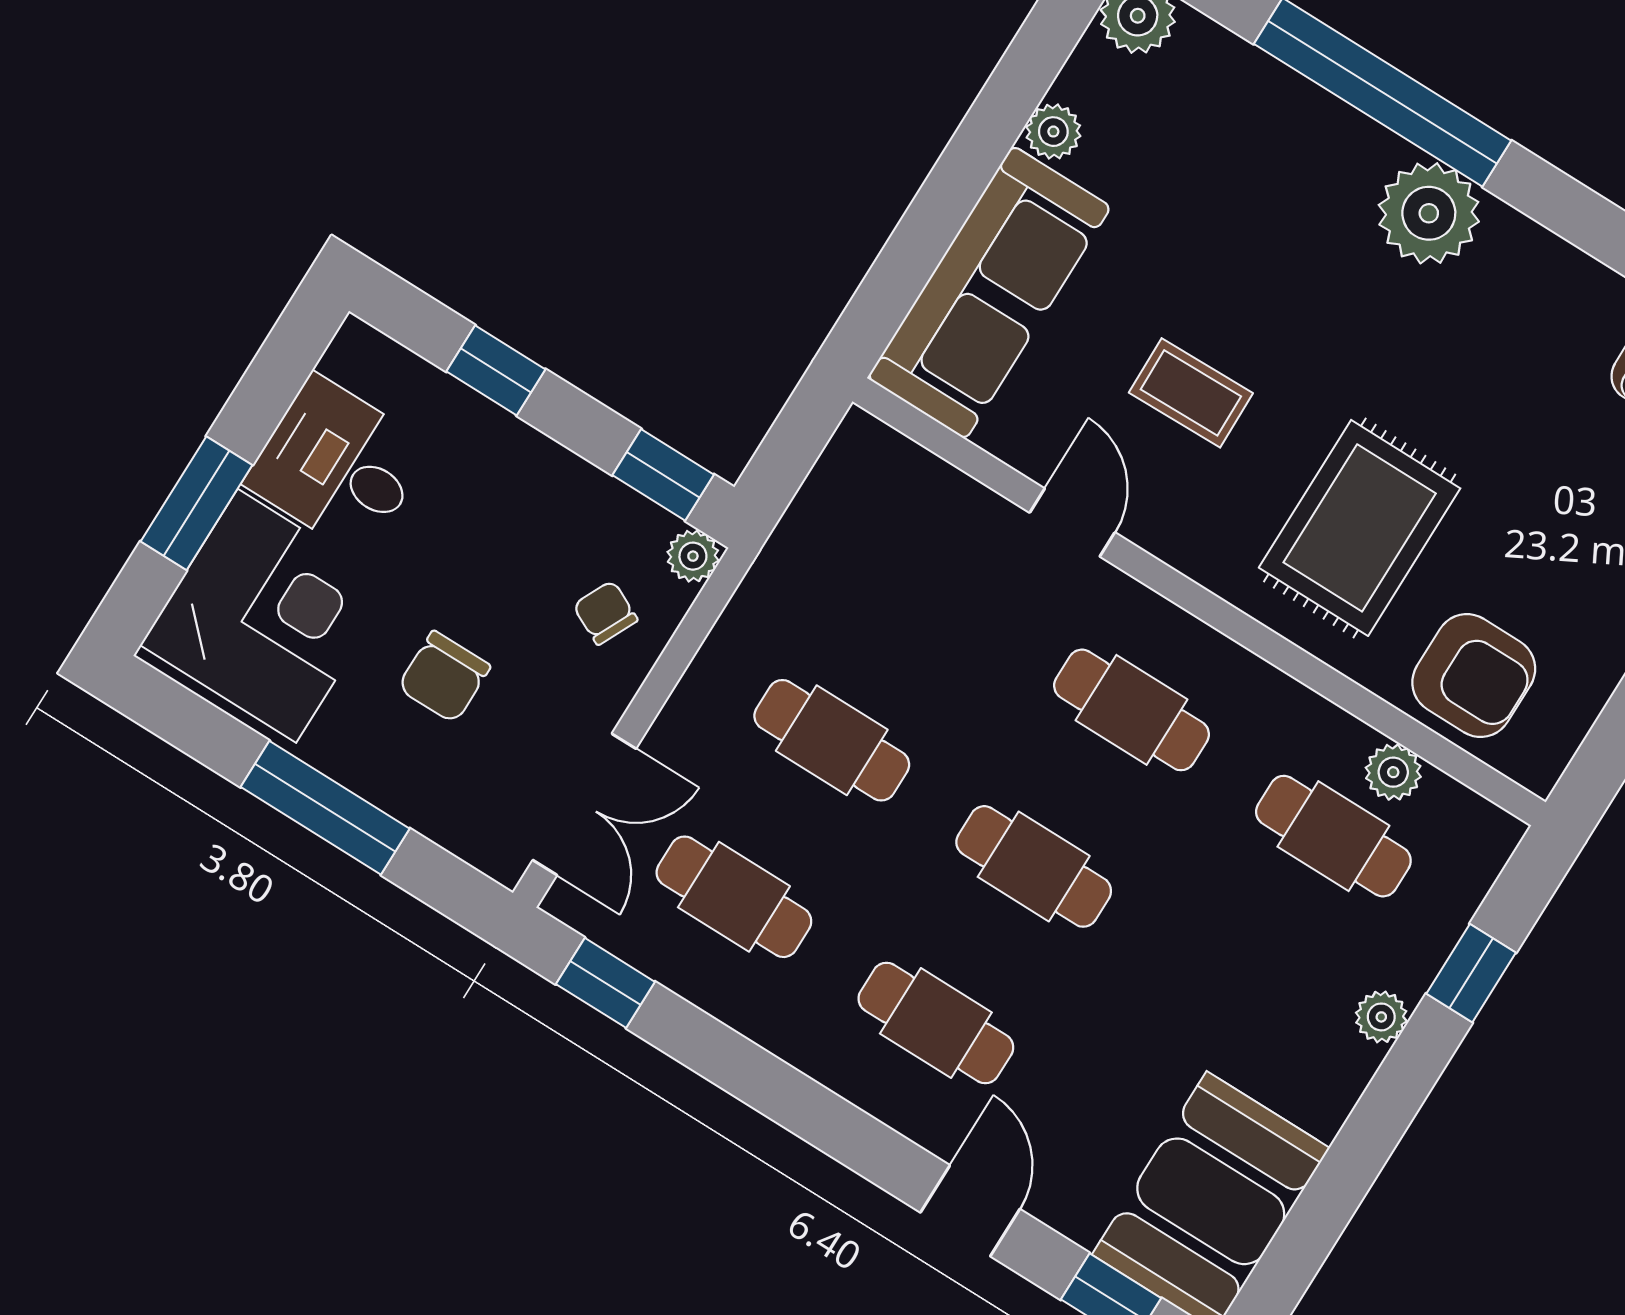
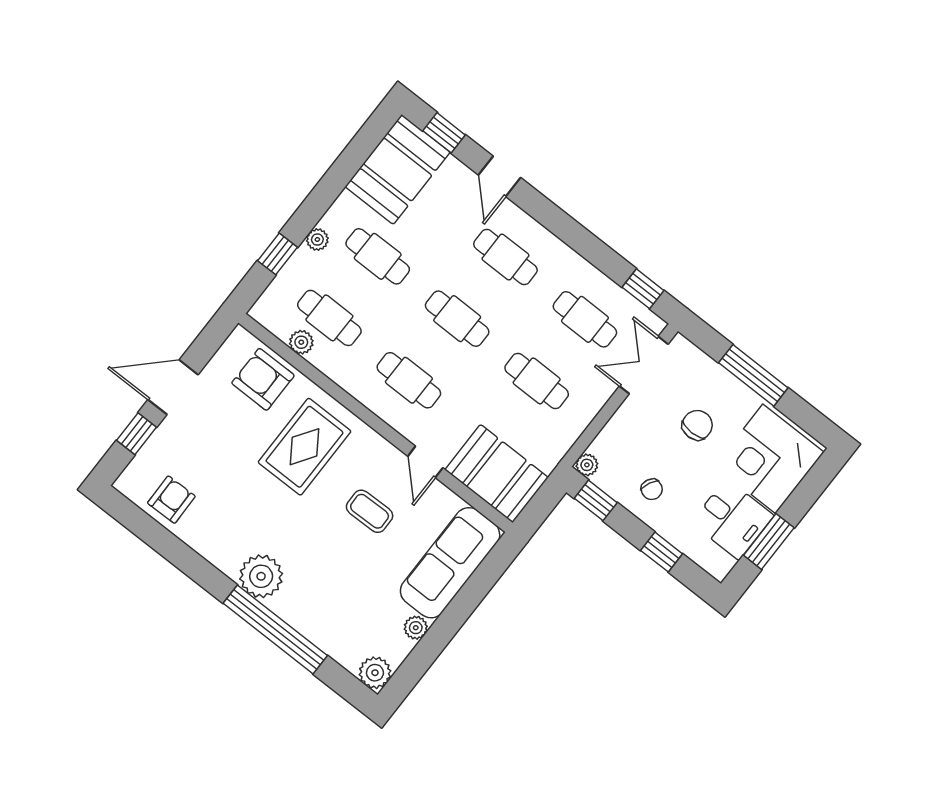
window: (196, 503) -> (769, 541), moved
booth: (903, 513) -> (497, 474), added
chair: (605, 613) -> (652, 489), moved
cafe table: (1236, 993) -> (378, 256), added

